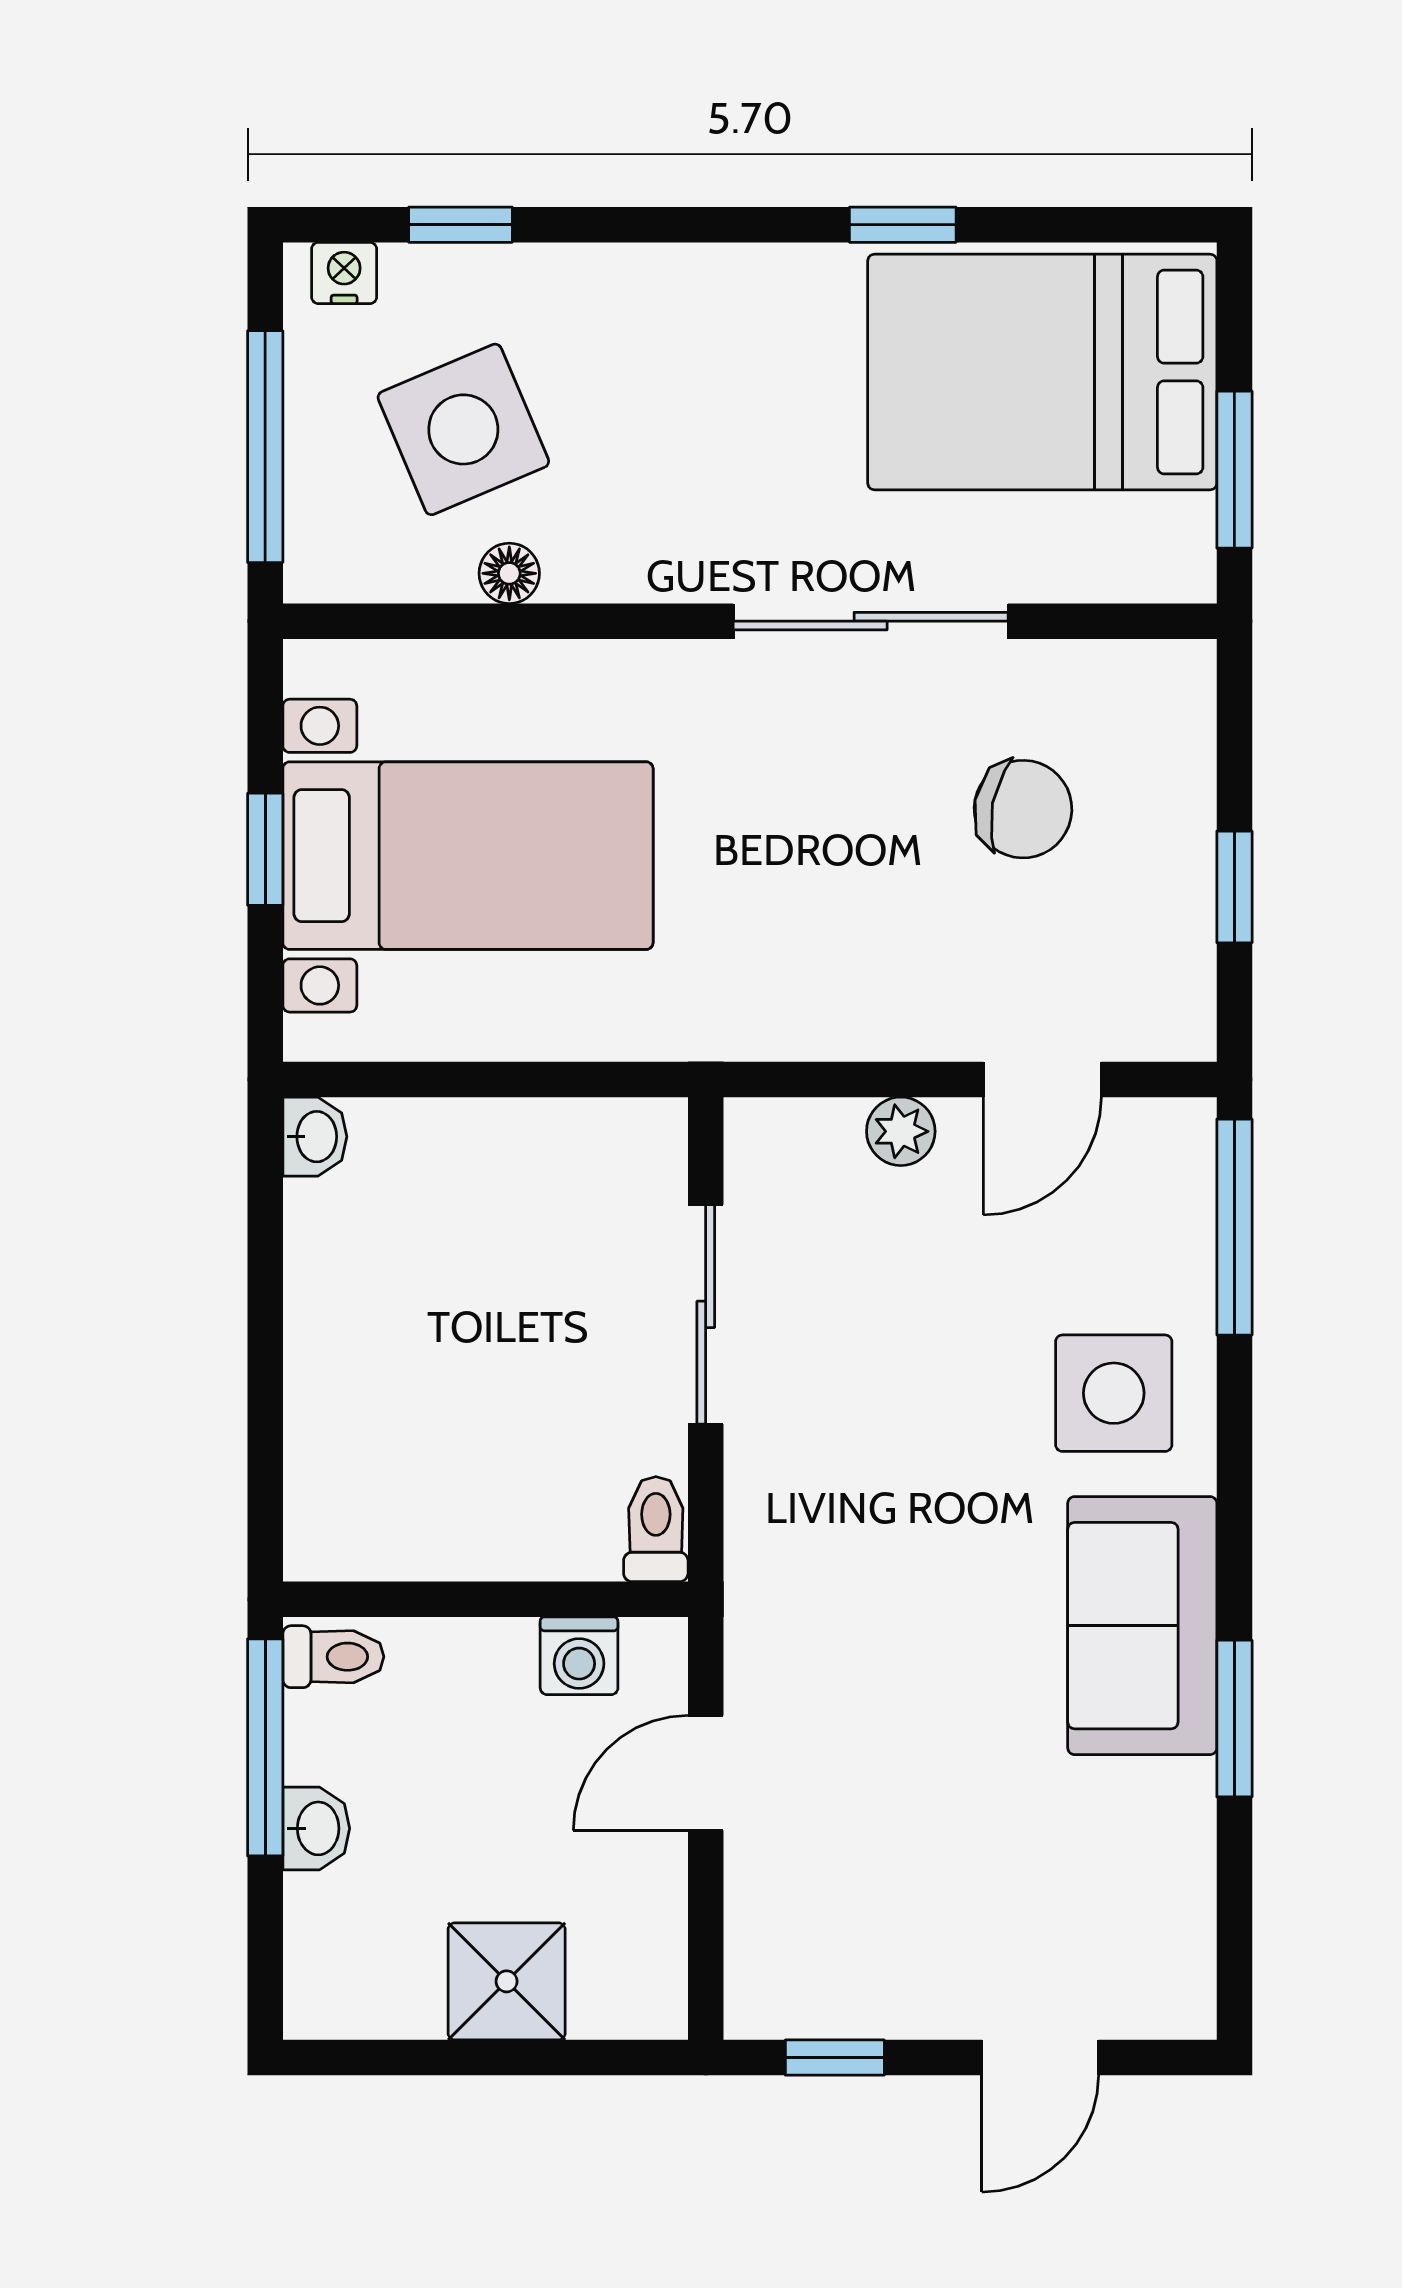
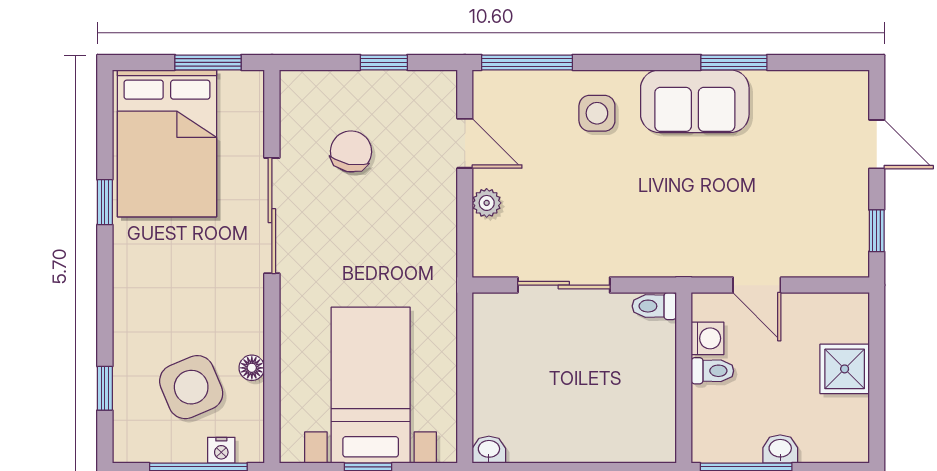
nightstand: (344, 273) -> (221, 450), moved, turned -90
side table: (1114, 1393) -> (597, 113), width x0.73, depth x0.73
toilet: (333, 1657) -> (712, 371), moved, turned 90

